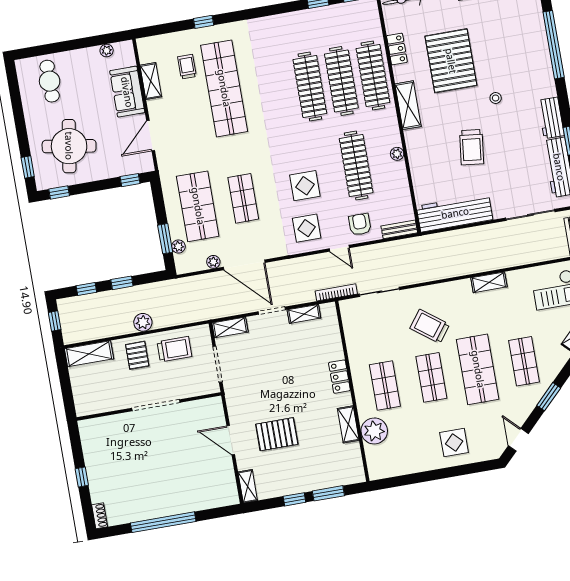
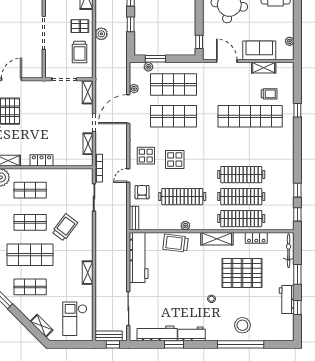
stool: (526, 47) -> (242, 325), added
trolley: (472, 147) -> (176, 243), moved
shop shelf: (243, 198) -> (173, 116), width x1.43, depth x1.36
armchair: (360, 224) -> (142, 192), turned -90

